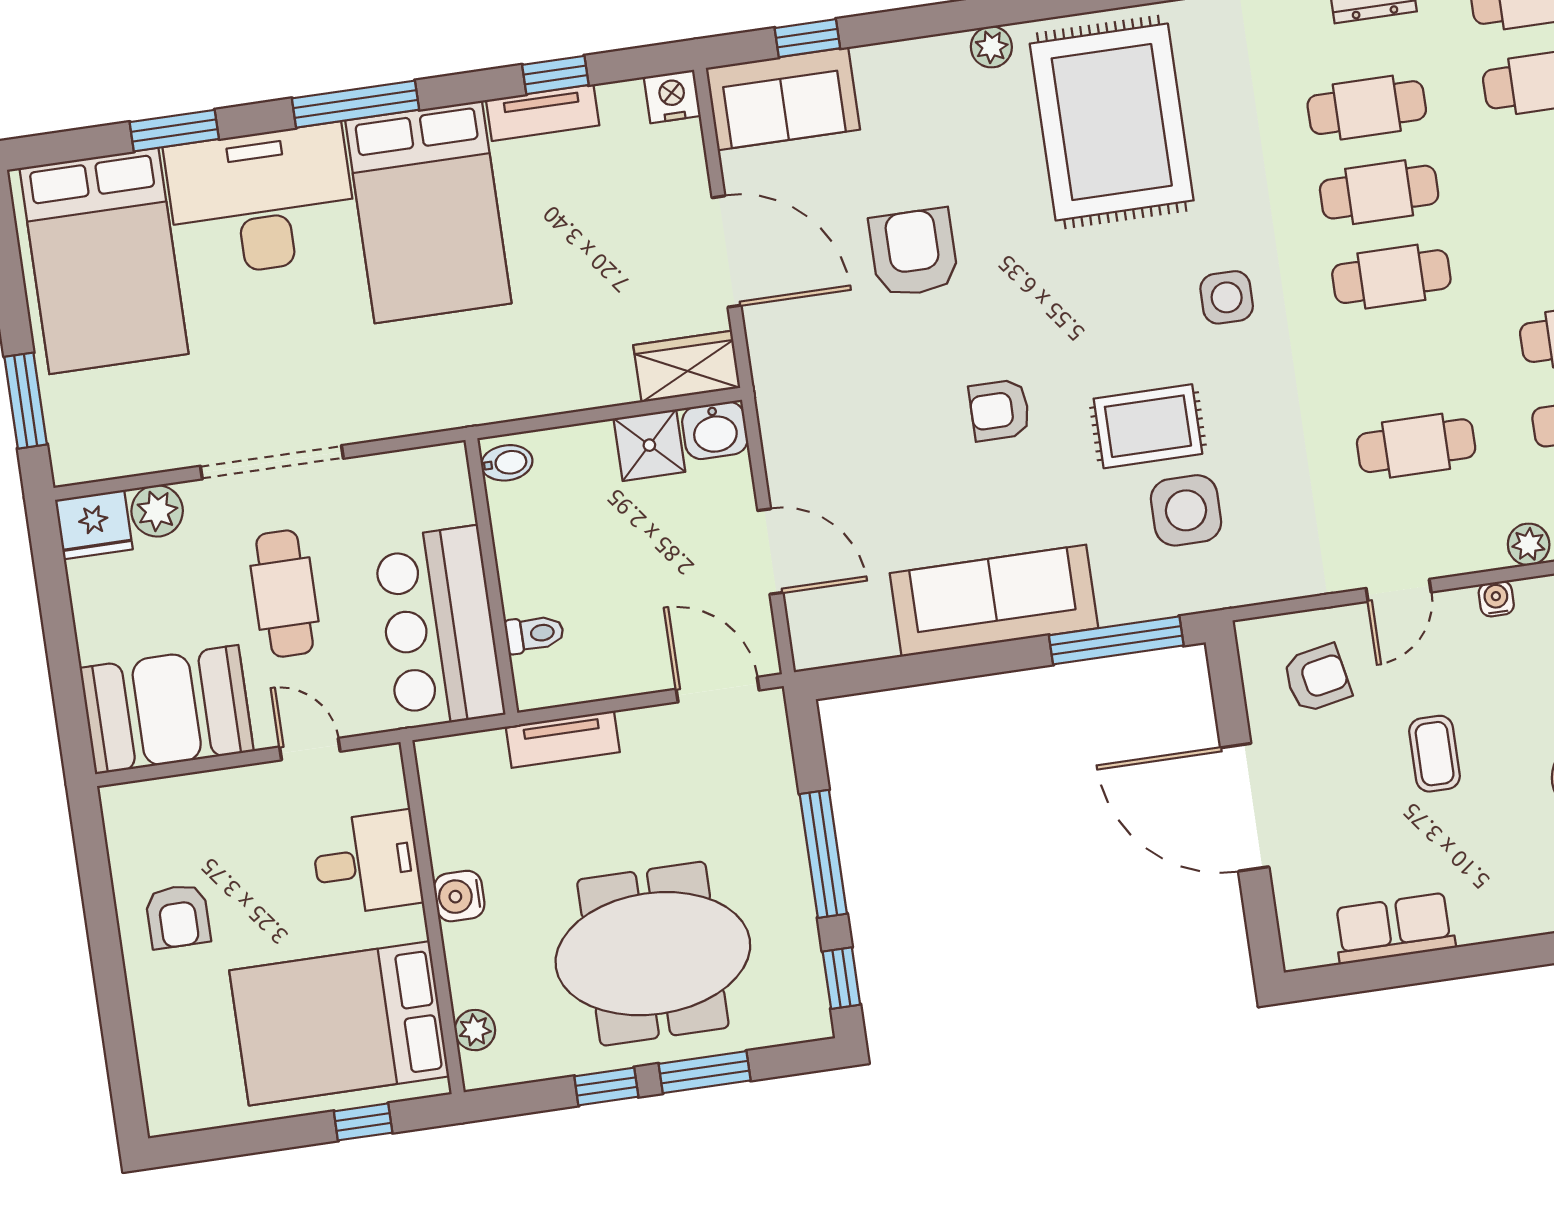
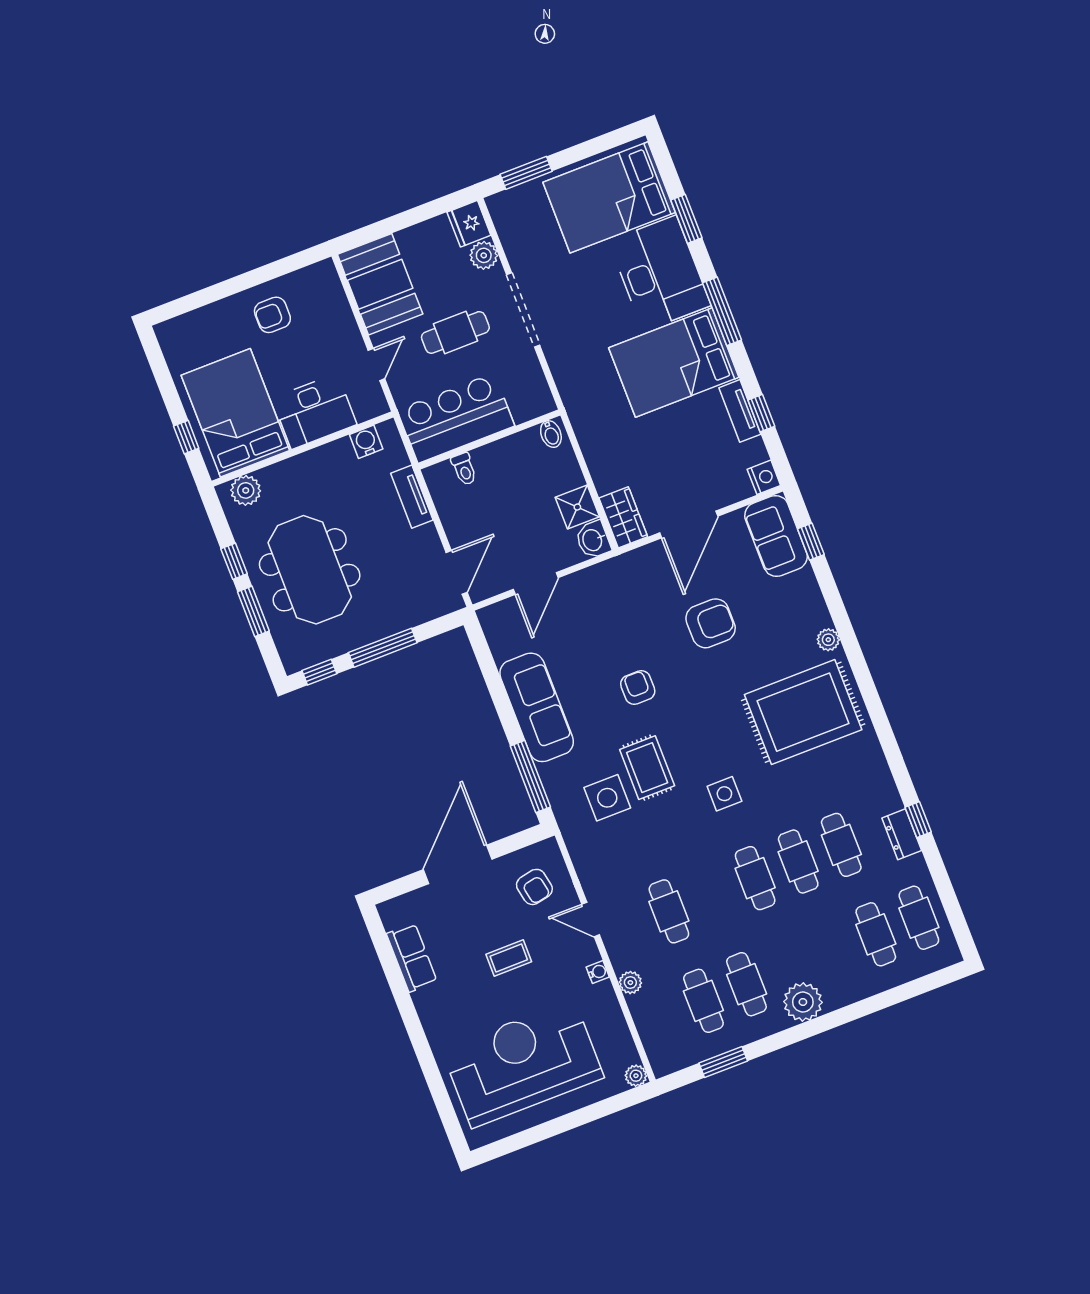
desk: (367, 863) -> (314, 411), width x1.37
water cooler: (459, 896) -> (366, 442), moved
plant: (475, 1030) -> (246, 490), width x1.38, depth x1.38

